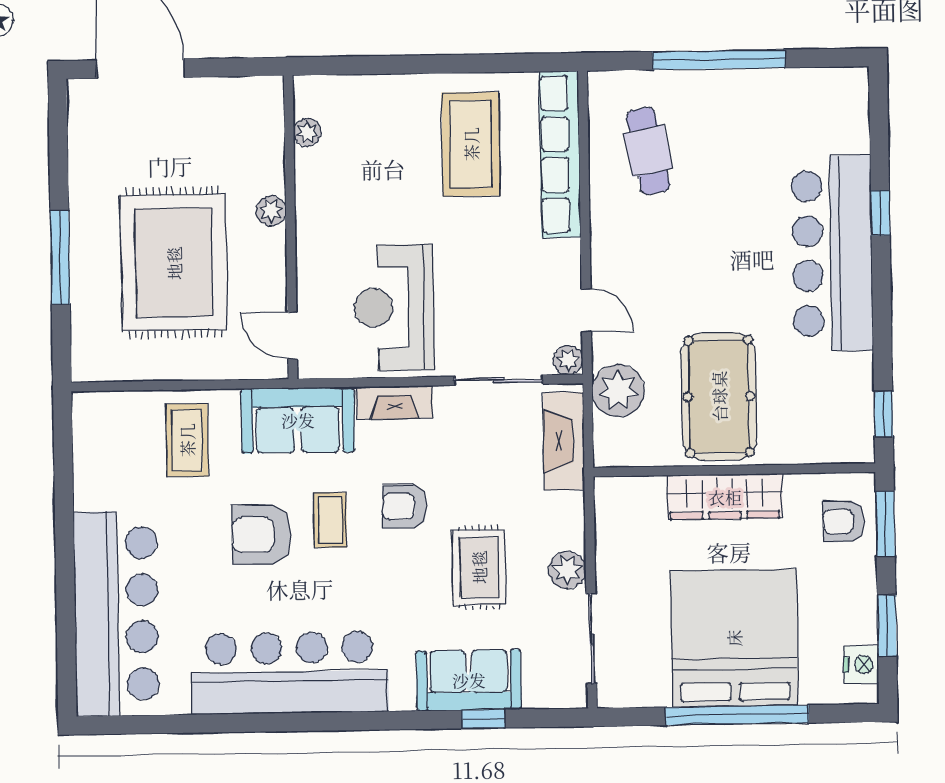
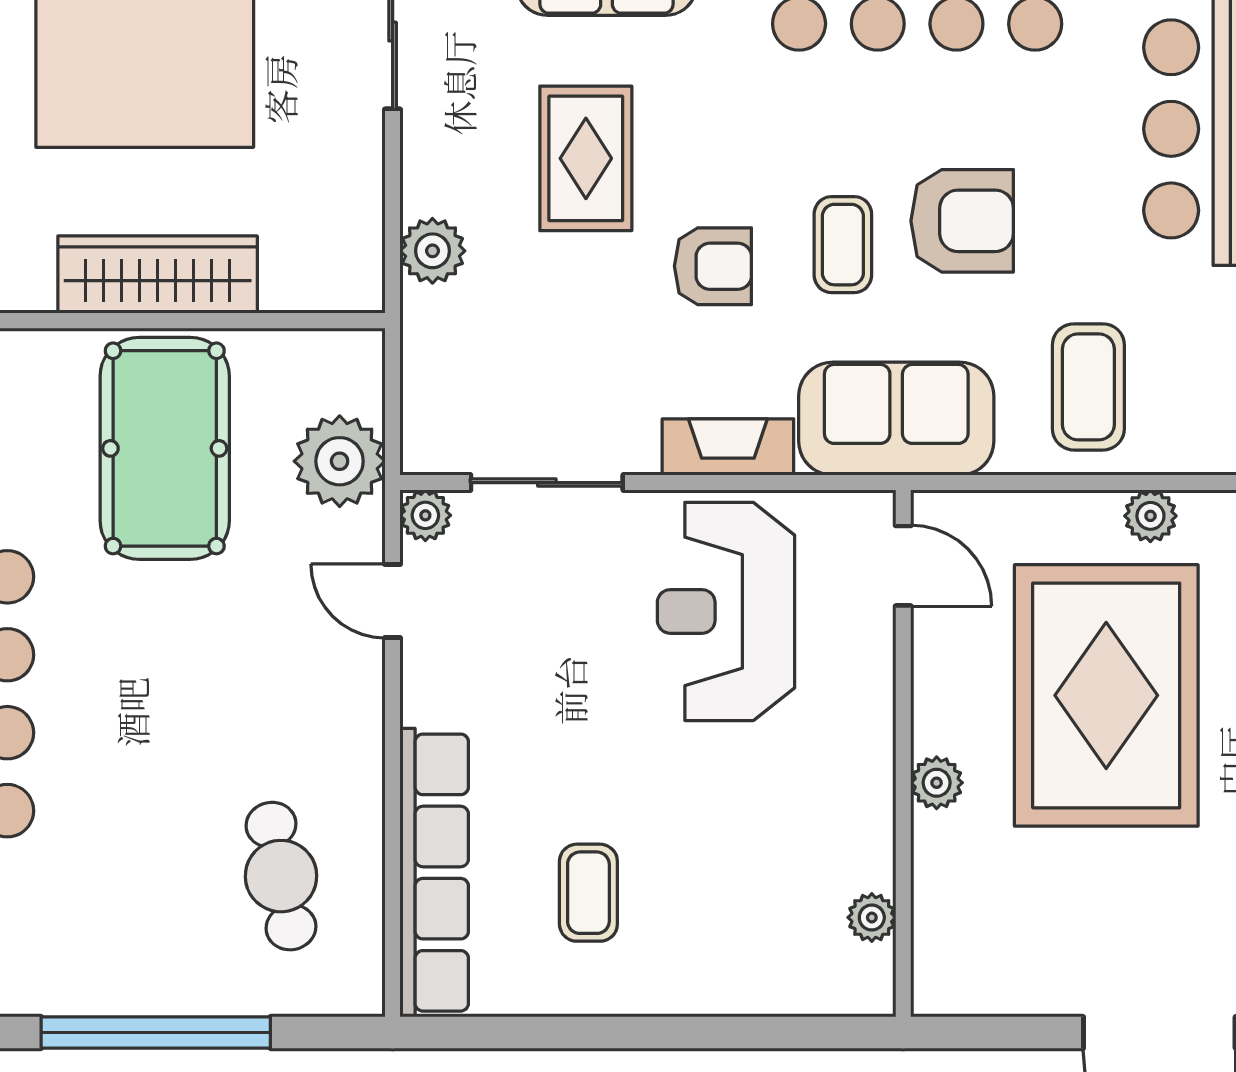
coffee table: (471, 144) -> (588, 893), width x0.54, depth x0.58
reception desk: (394, 308) -> (726, 611), turned 180
plant: (150, 366) -> (1150, 516), added
fireplace: (564, 441) -> (435, 375), removed
plant: (567, 570) -> (432, 251), moved

